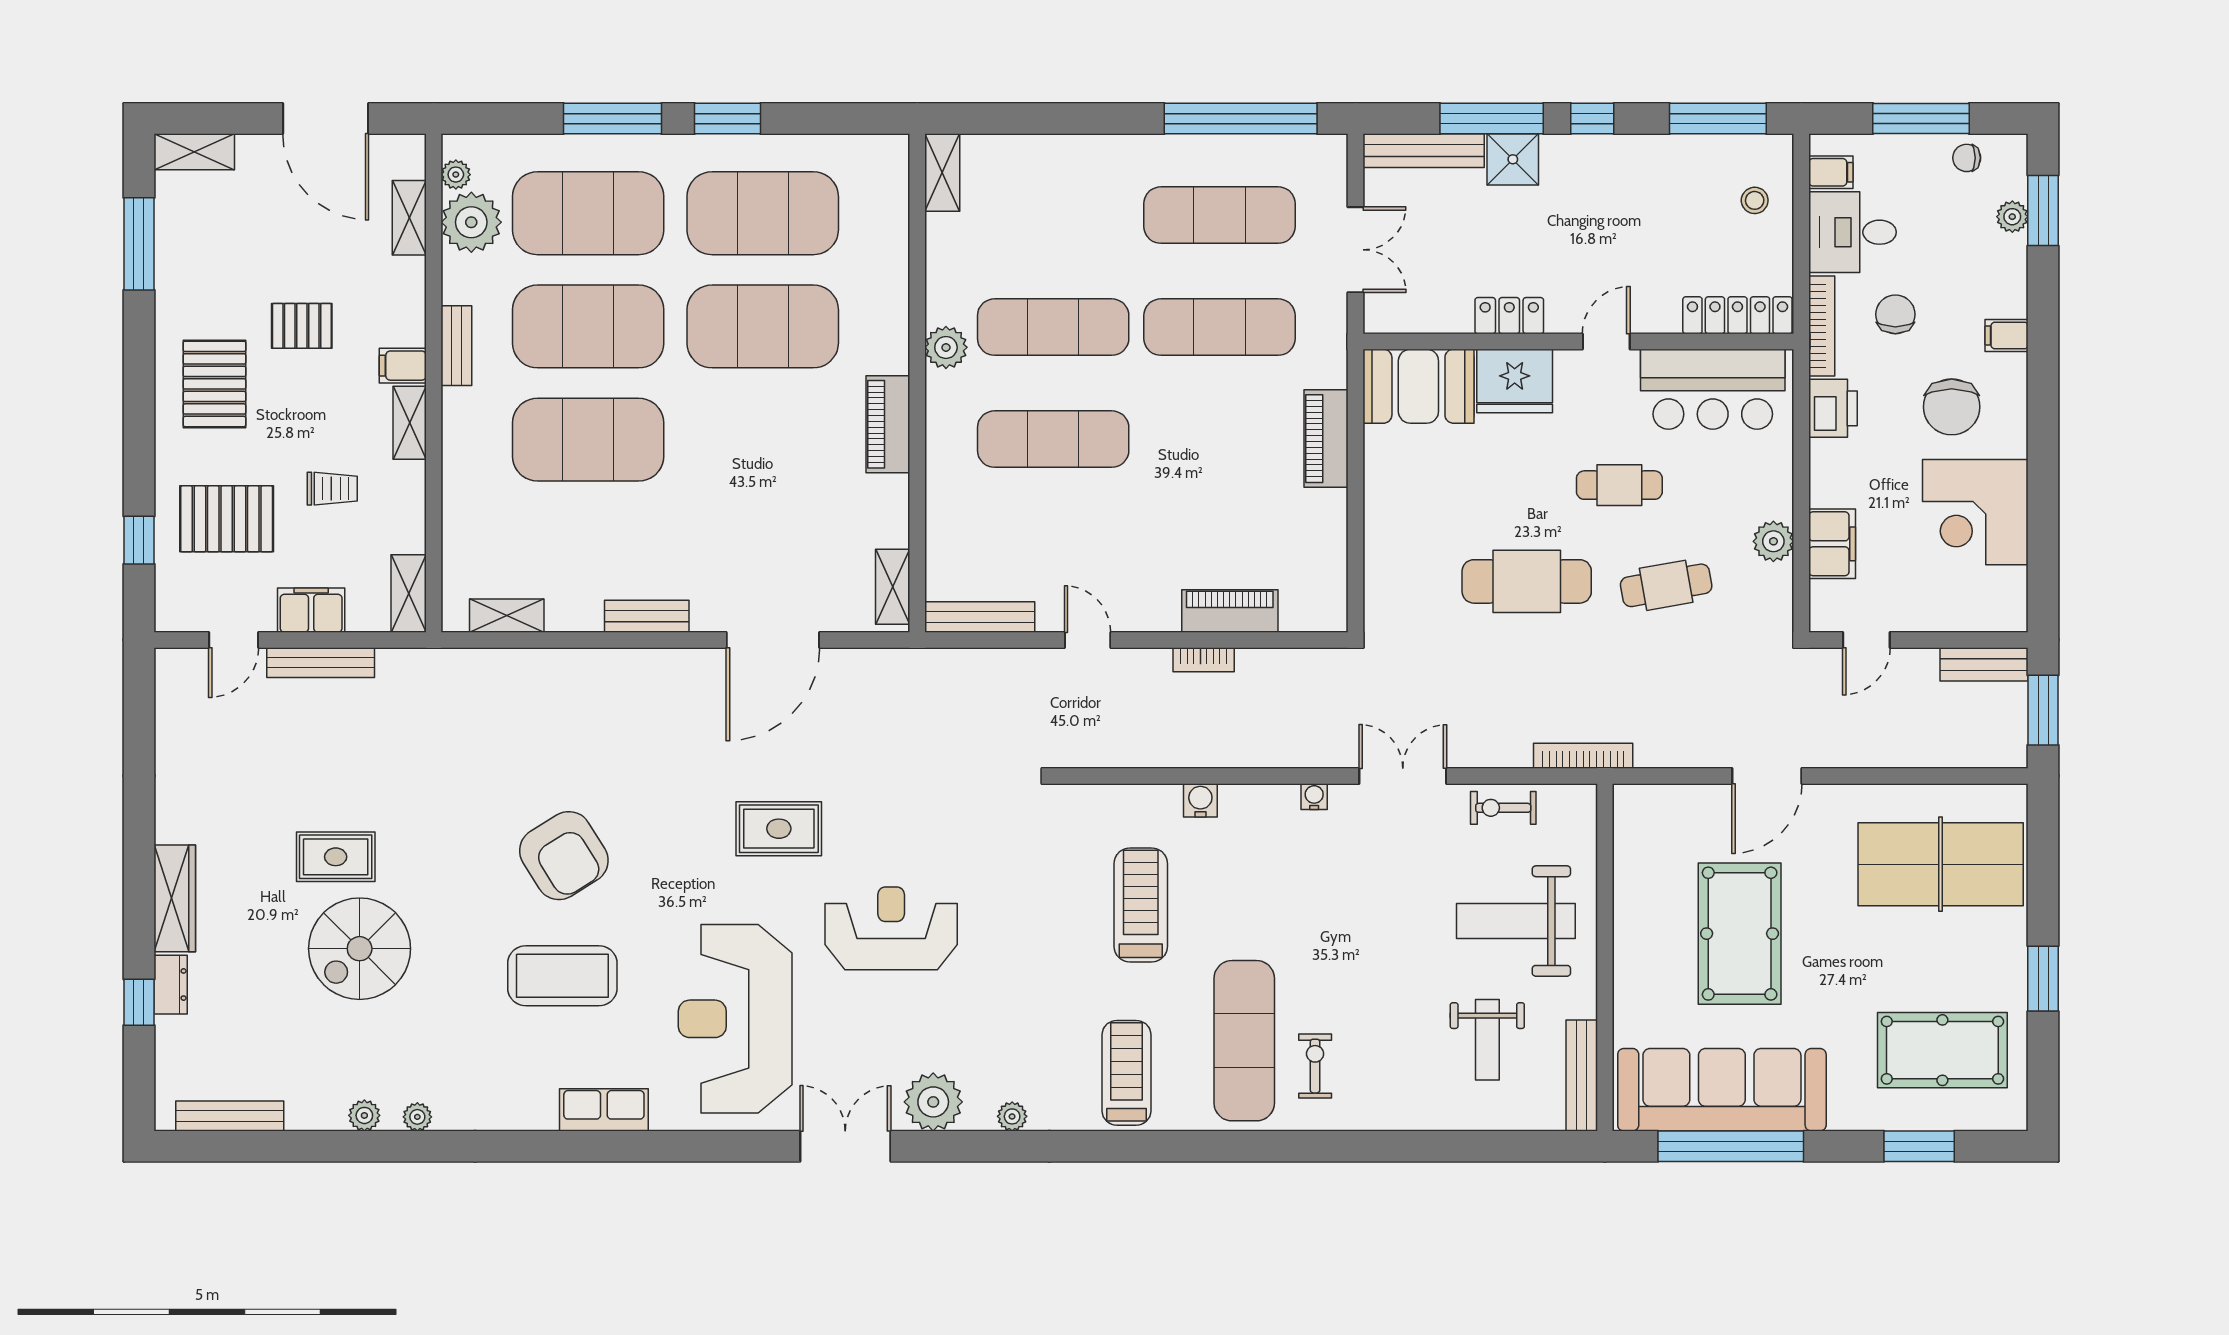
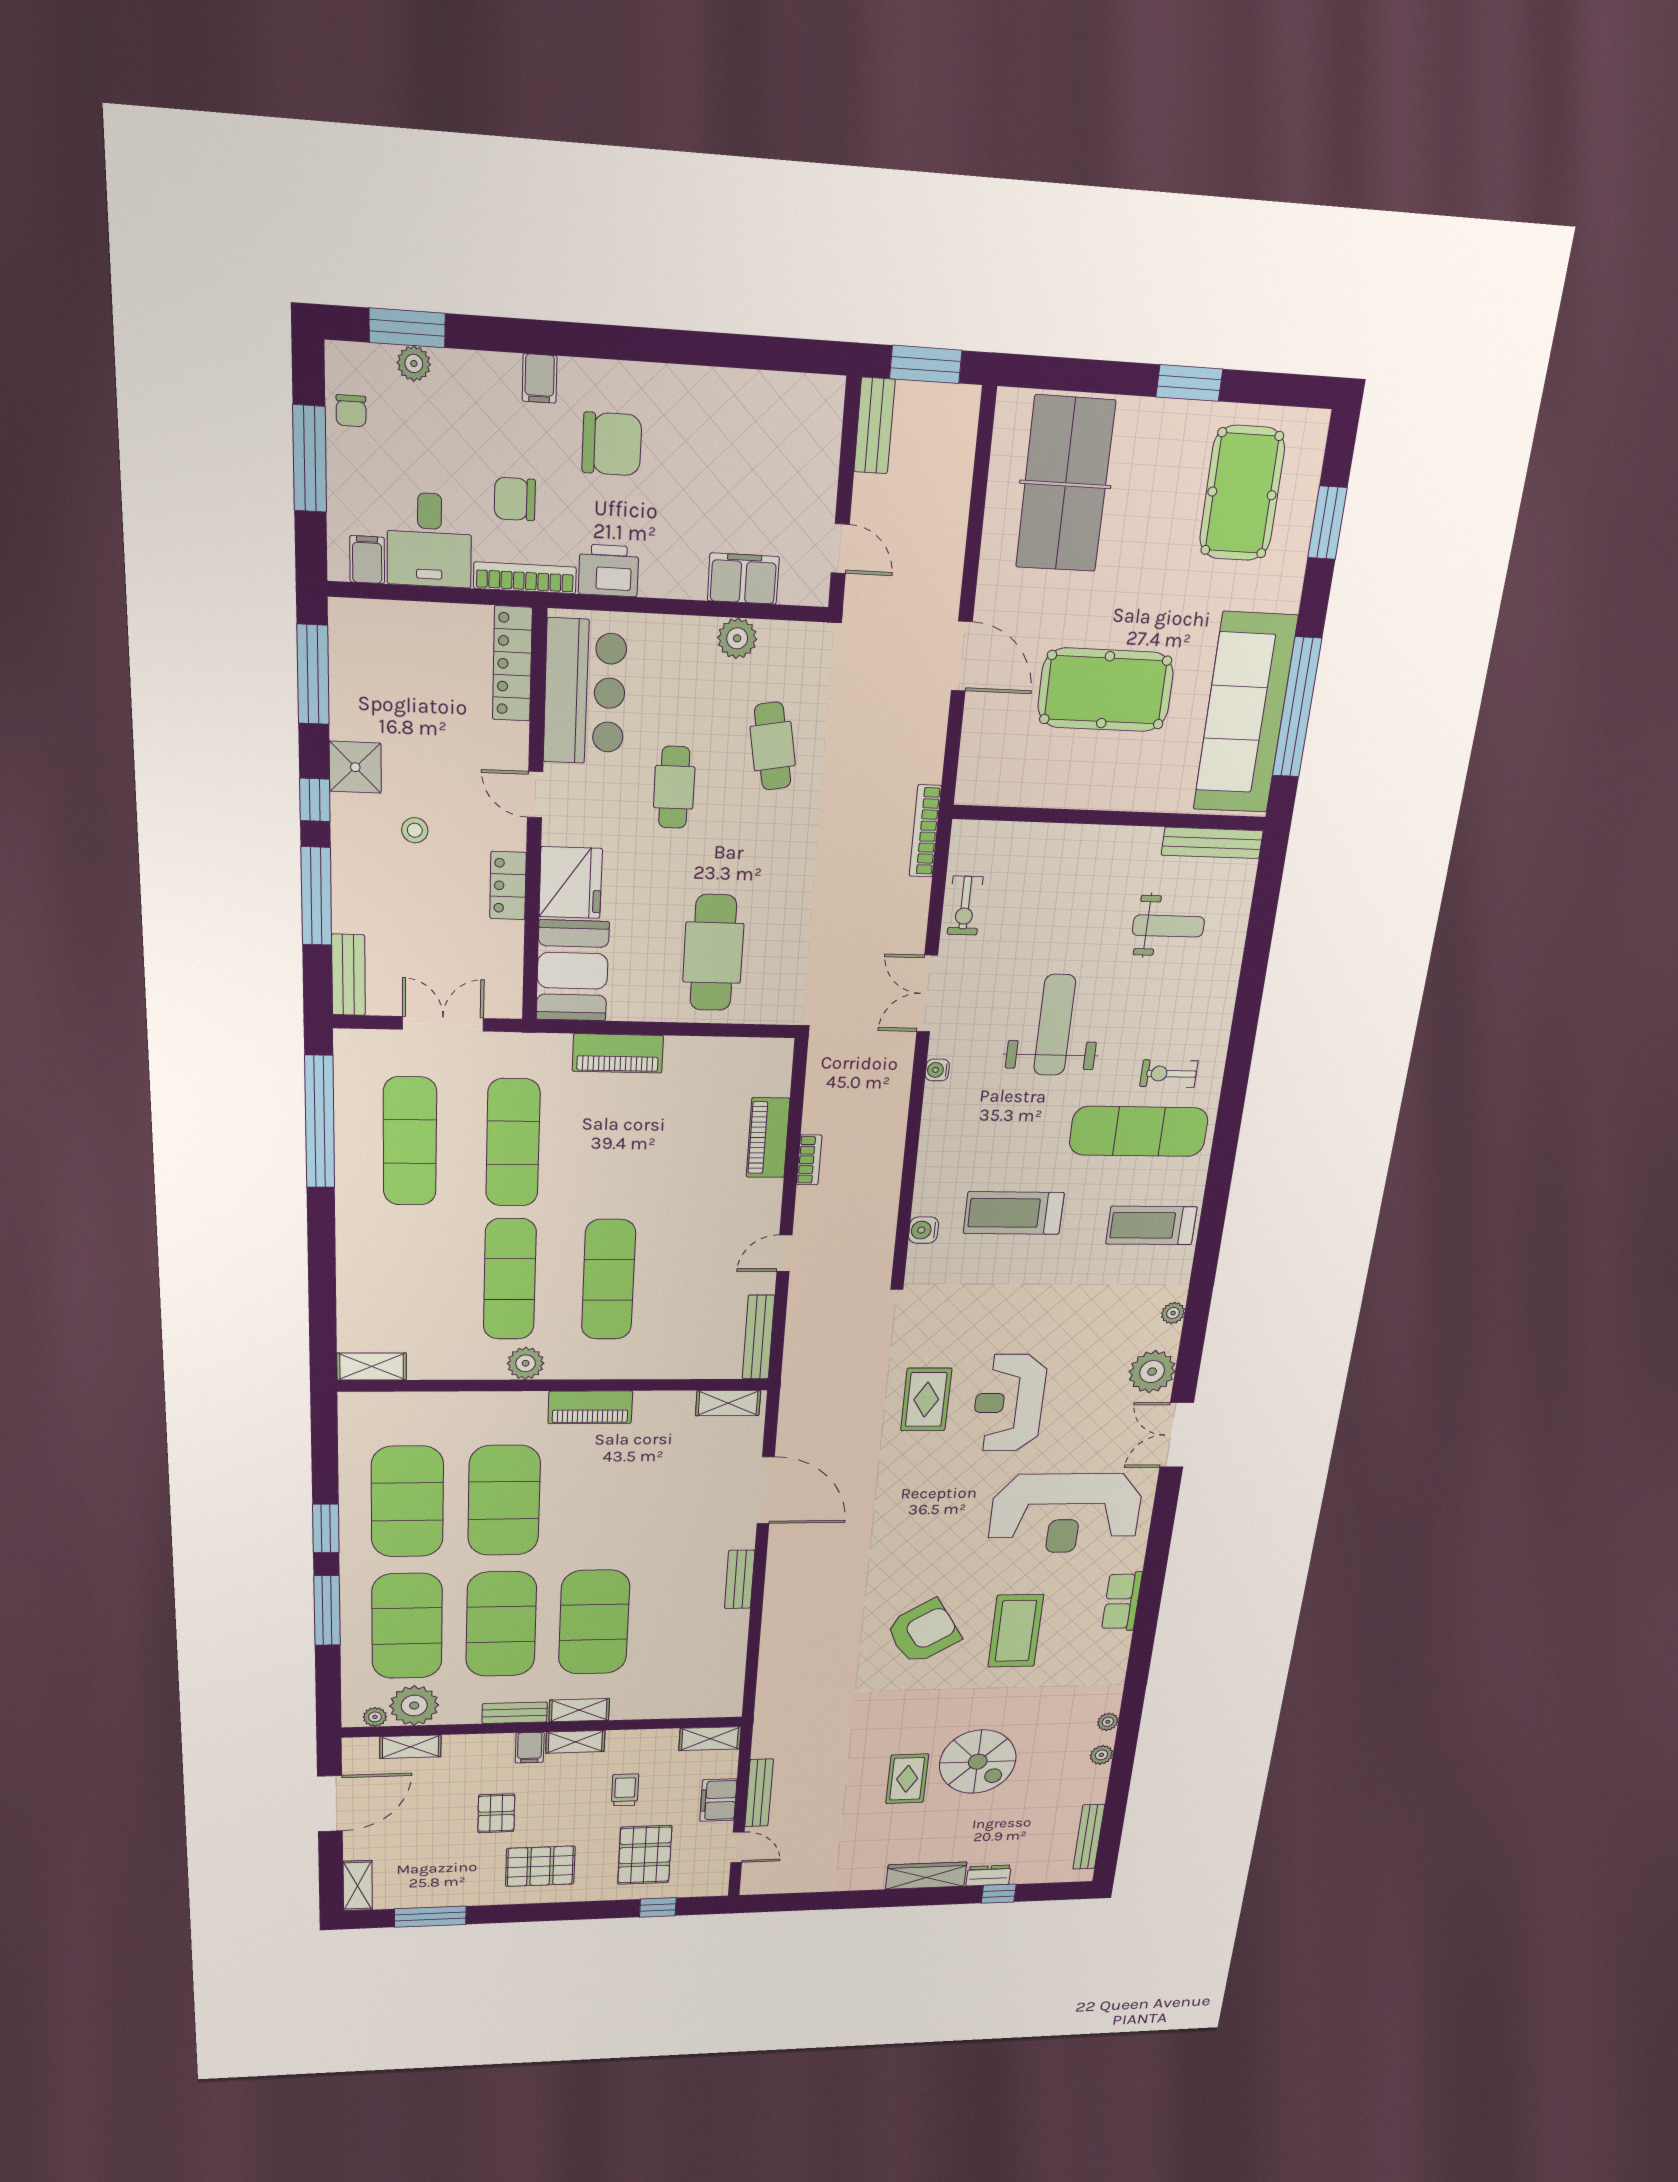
bench: (1424, 151) -> (348, 975), width x0.73
shower: (1513, 159) -> (355, 767), moved
stool: (1755, 200) -> (415, 830), moved
corner desk: (1975, 512) -> (721, 425), removed
cafe table: (1527, 581) -> (713, 953), moved
shelving: (507, 616) -> (579, 1710), moved, turned 90
water cooler: (1200, 800) -> (923, 1230), moved
rug: (779, 829) -> (926, 1399), moved
weight bench: (1516, 921) -> (1055, 1025), moved, turned 180

